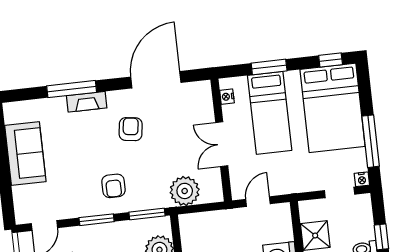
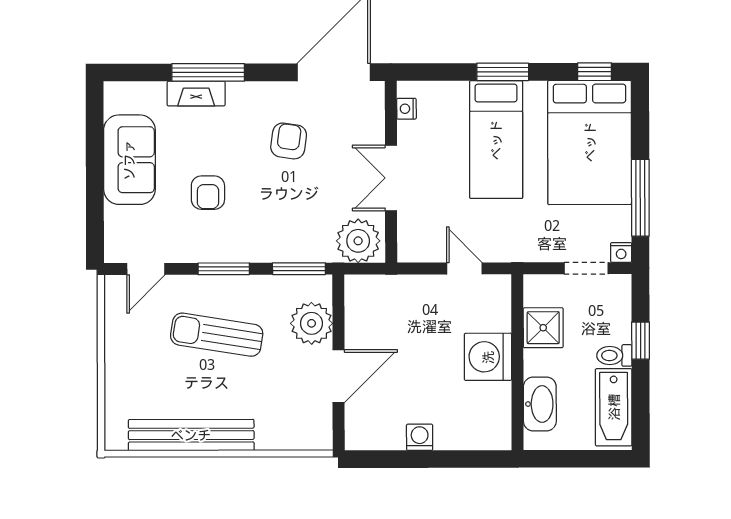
nightstand: (227, 97) -> (406, 109), moved
fireplace: (87, 102) -> (196, 94), moved
wall: (221, 140) -> (391, 172), moved
double door: (222, 144) -> (391, 178), moved
armchair: (113, 186) -> (208, 193), moved
door: (258, 202) -> (464, 268), hinge flipped

